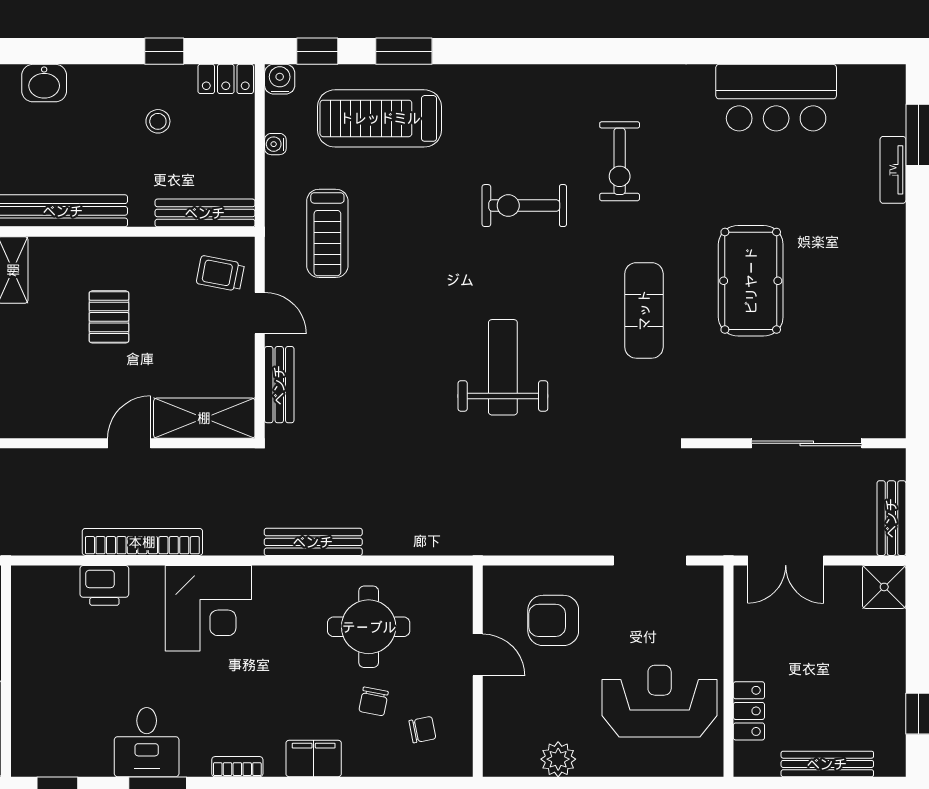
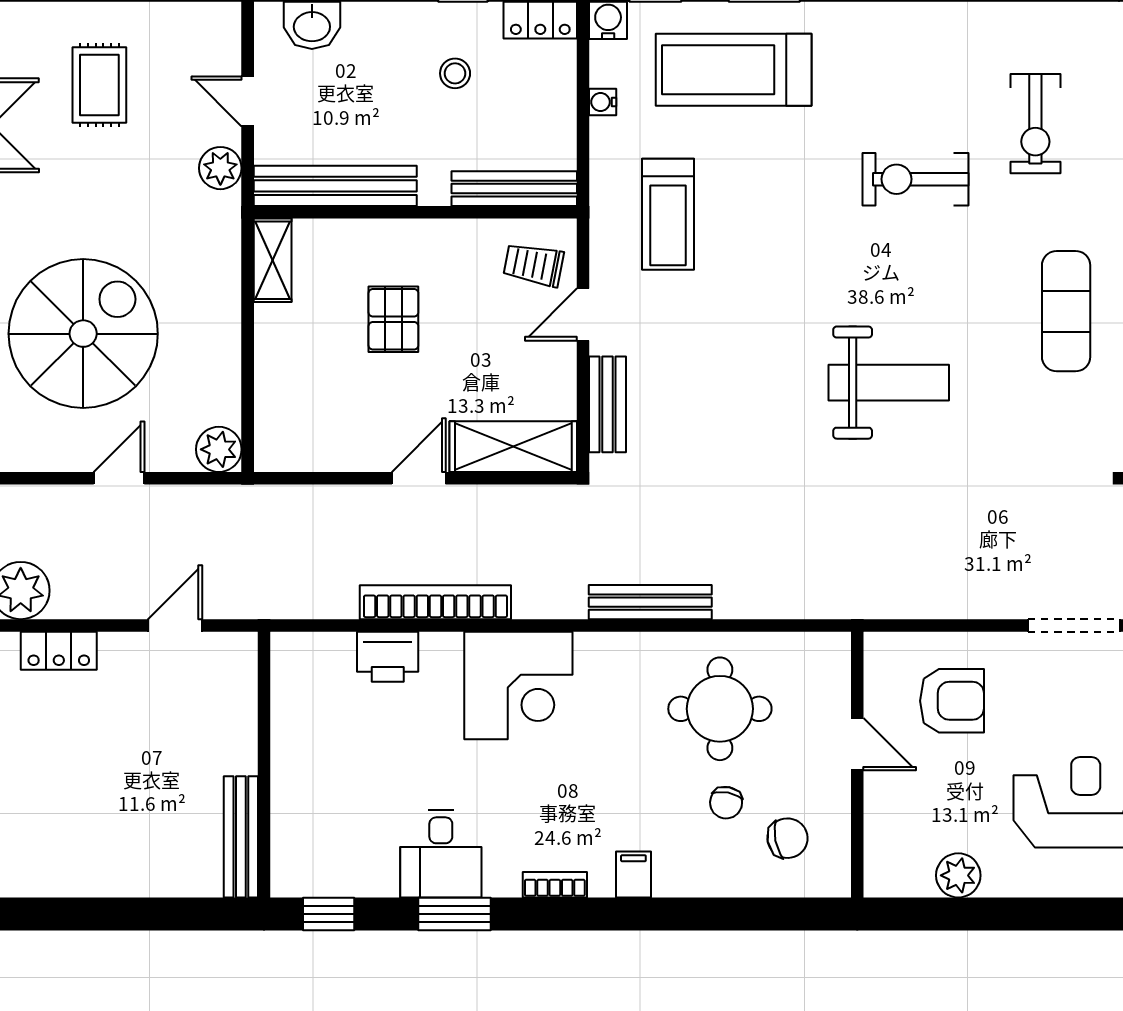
door: (260, 313) -> (583, 314), swing flipped
weight bench: (503, 367) -> (889, 383), turned 90
armchair: (553, 620) -> (952, 701), turned 180
chair: (422, 730) -> (788, 838), width x1.37, depth x1.37
filing cabinet: (314, 758) -> (633, 874), width x0.50

